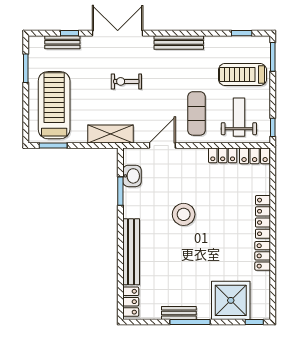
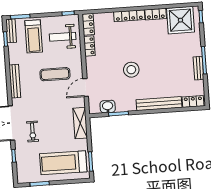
bench: (62, 42) -> (11, 31), moved
exercise bike: (126, 81) -> (33, 132), moved
exercise mat: (197, 113) -> (55, 74), moved
door: (162, 145) -> (86, 87), hinge flipped
shower: (231, 300) -> (180, 20), moved

